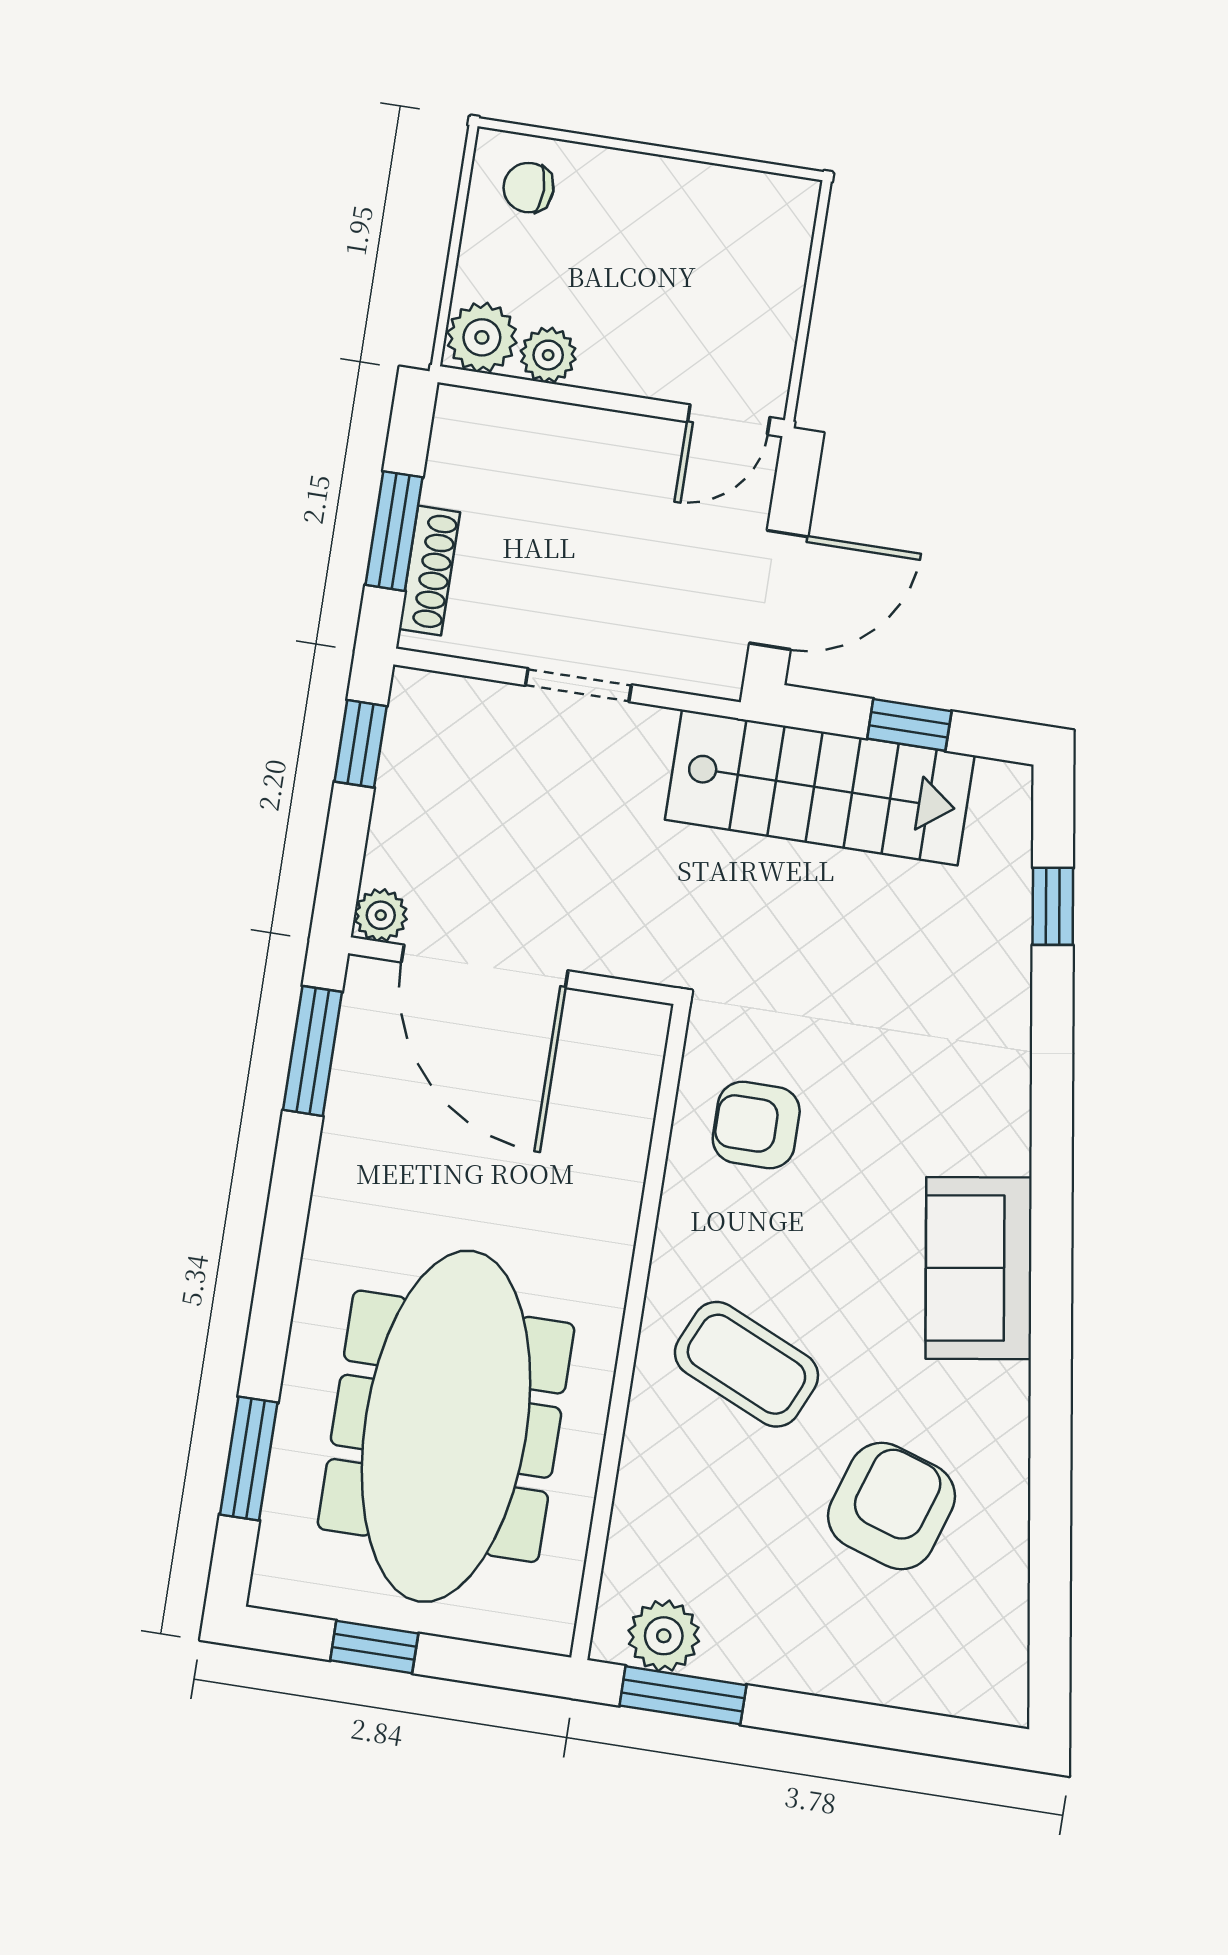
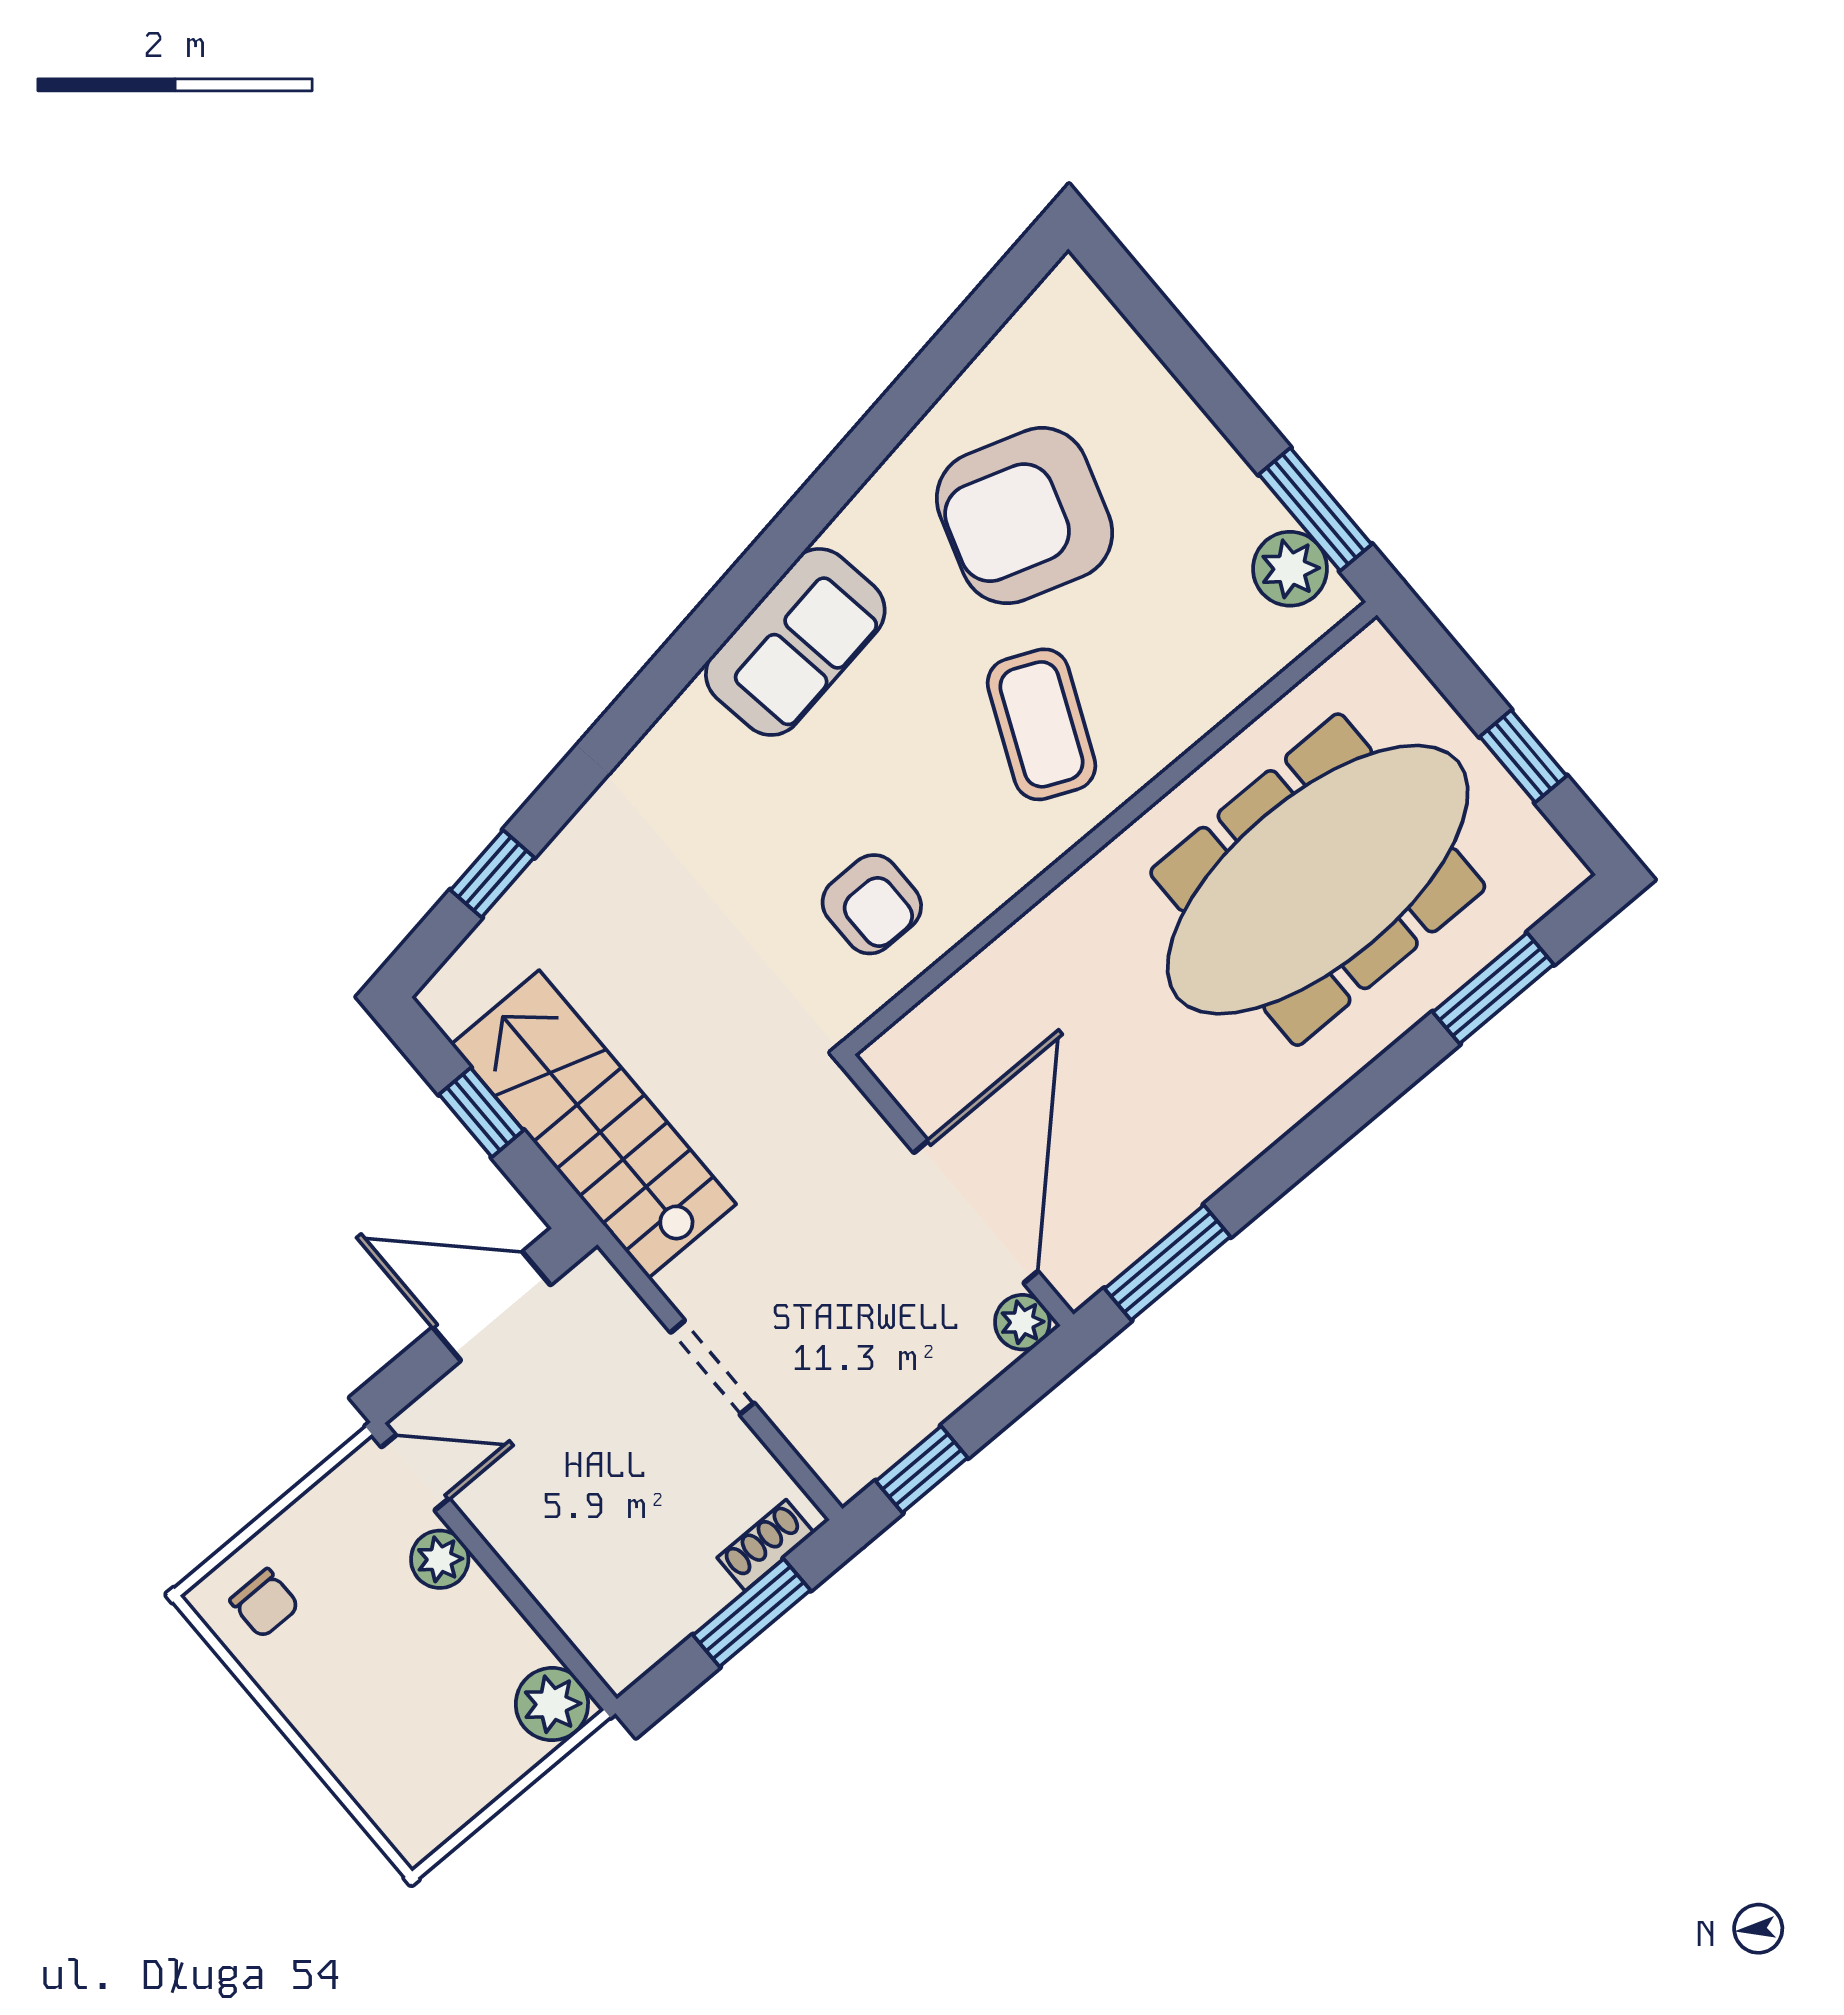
chair: (529, 188) -> (265, 1603), moved
plant: (548, 355) -> (440, 1559), moved
shoe rack: (429, 571) -> (766, 1545), width x0.70
armchair: (892, 1506) -> (1024, 516), width x1.36, depth x1.36

